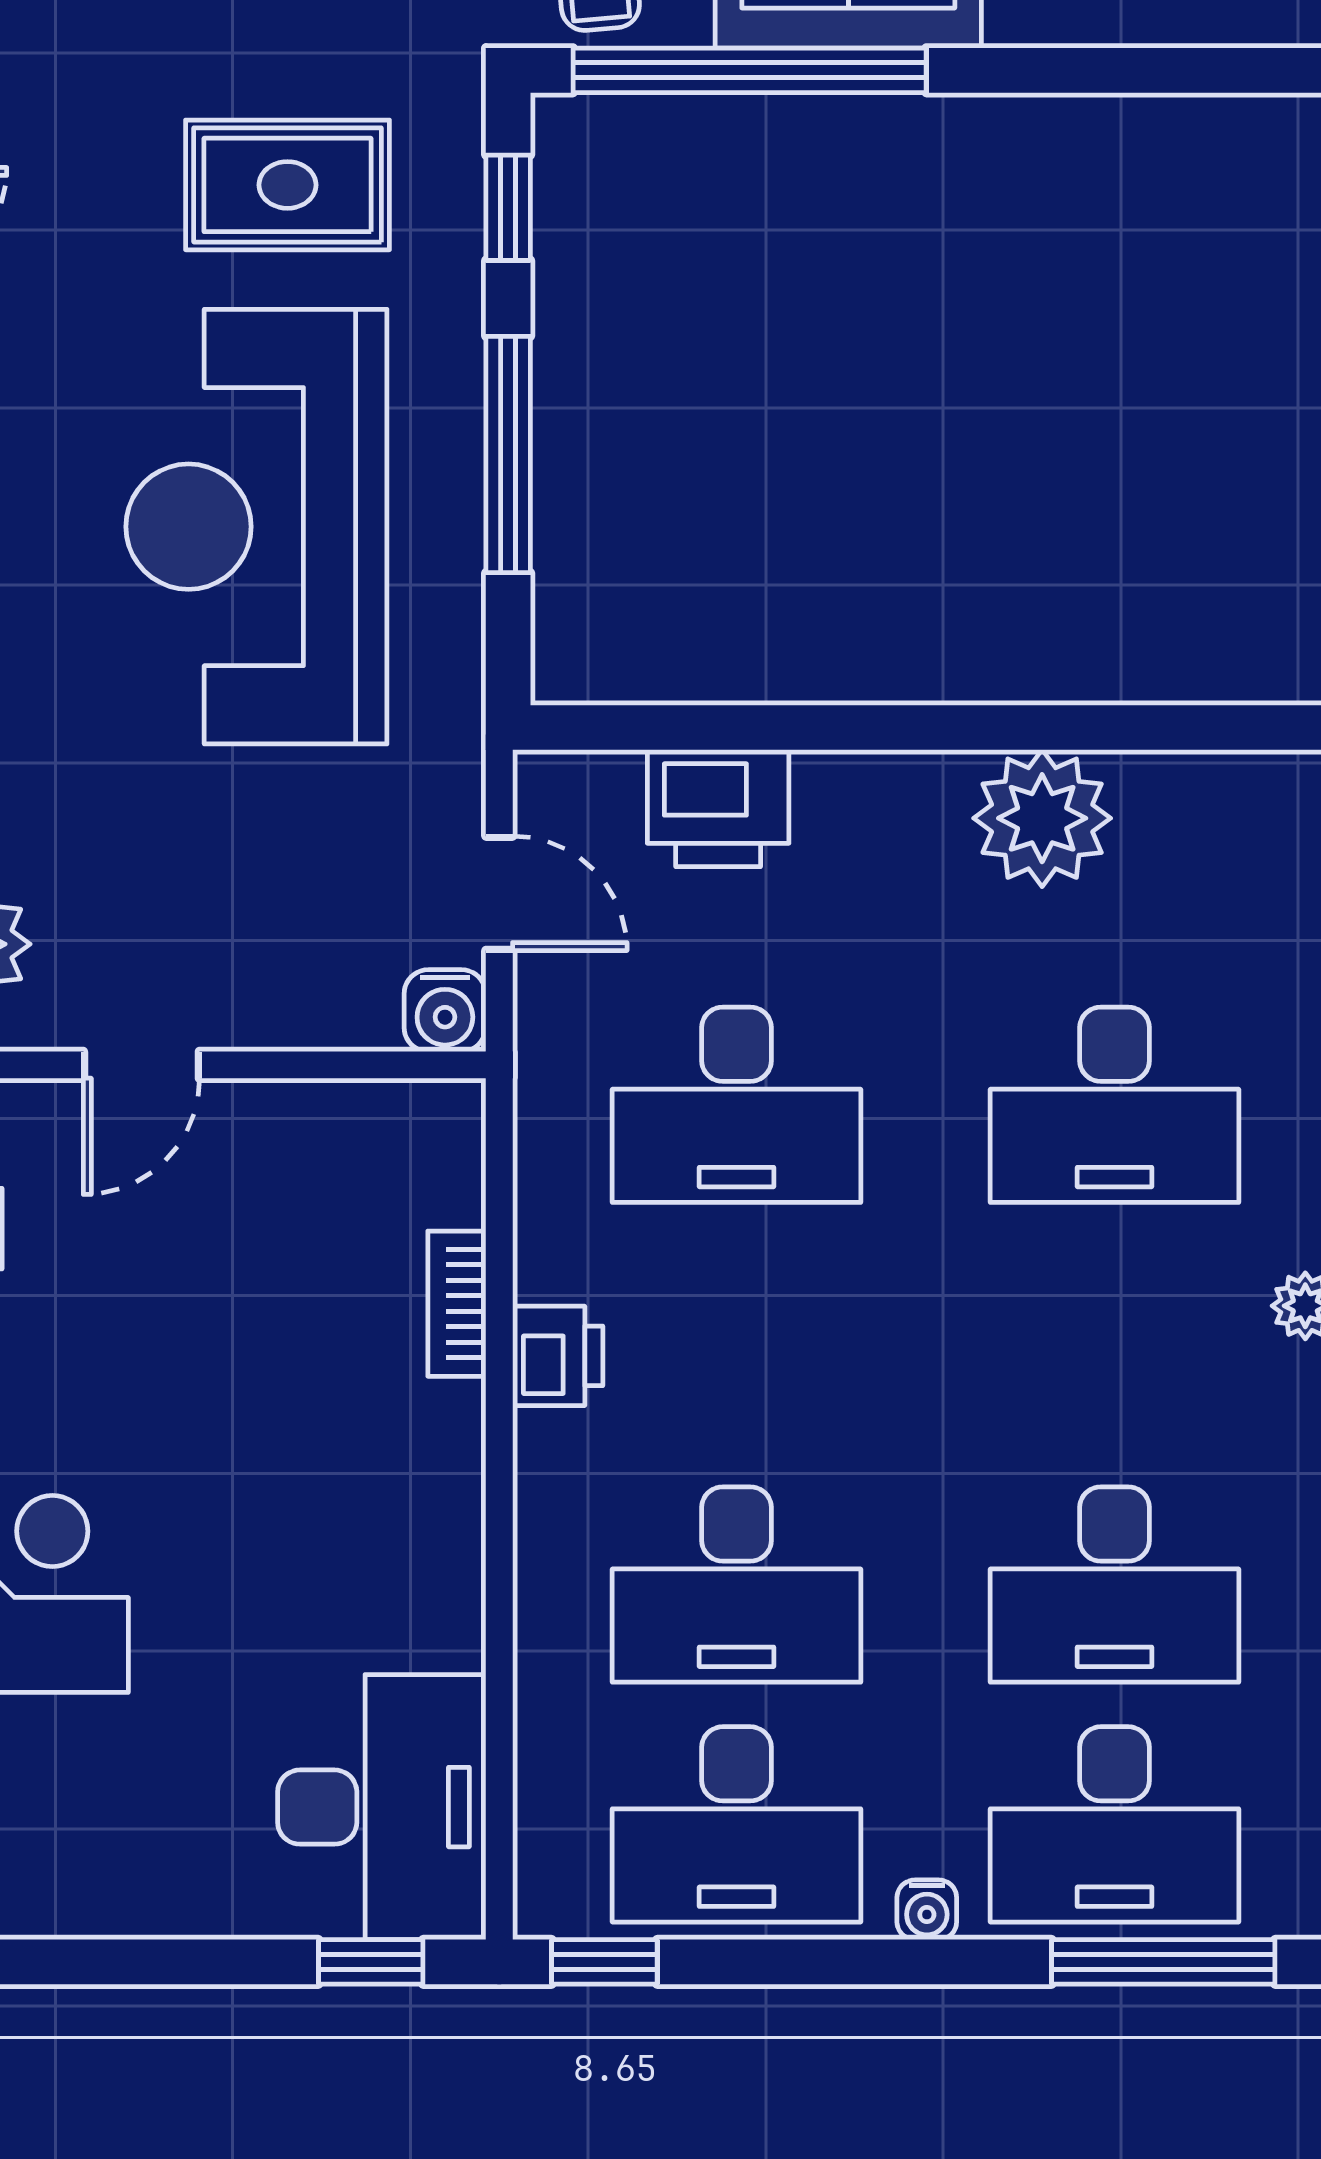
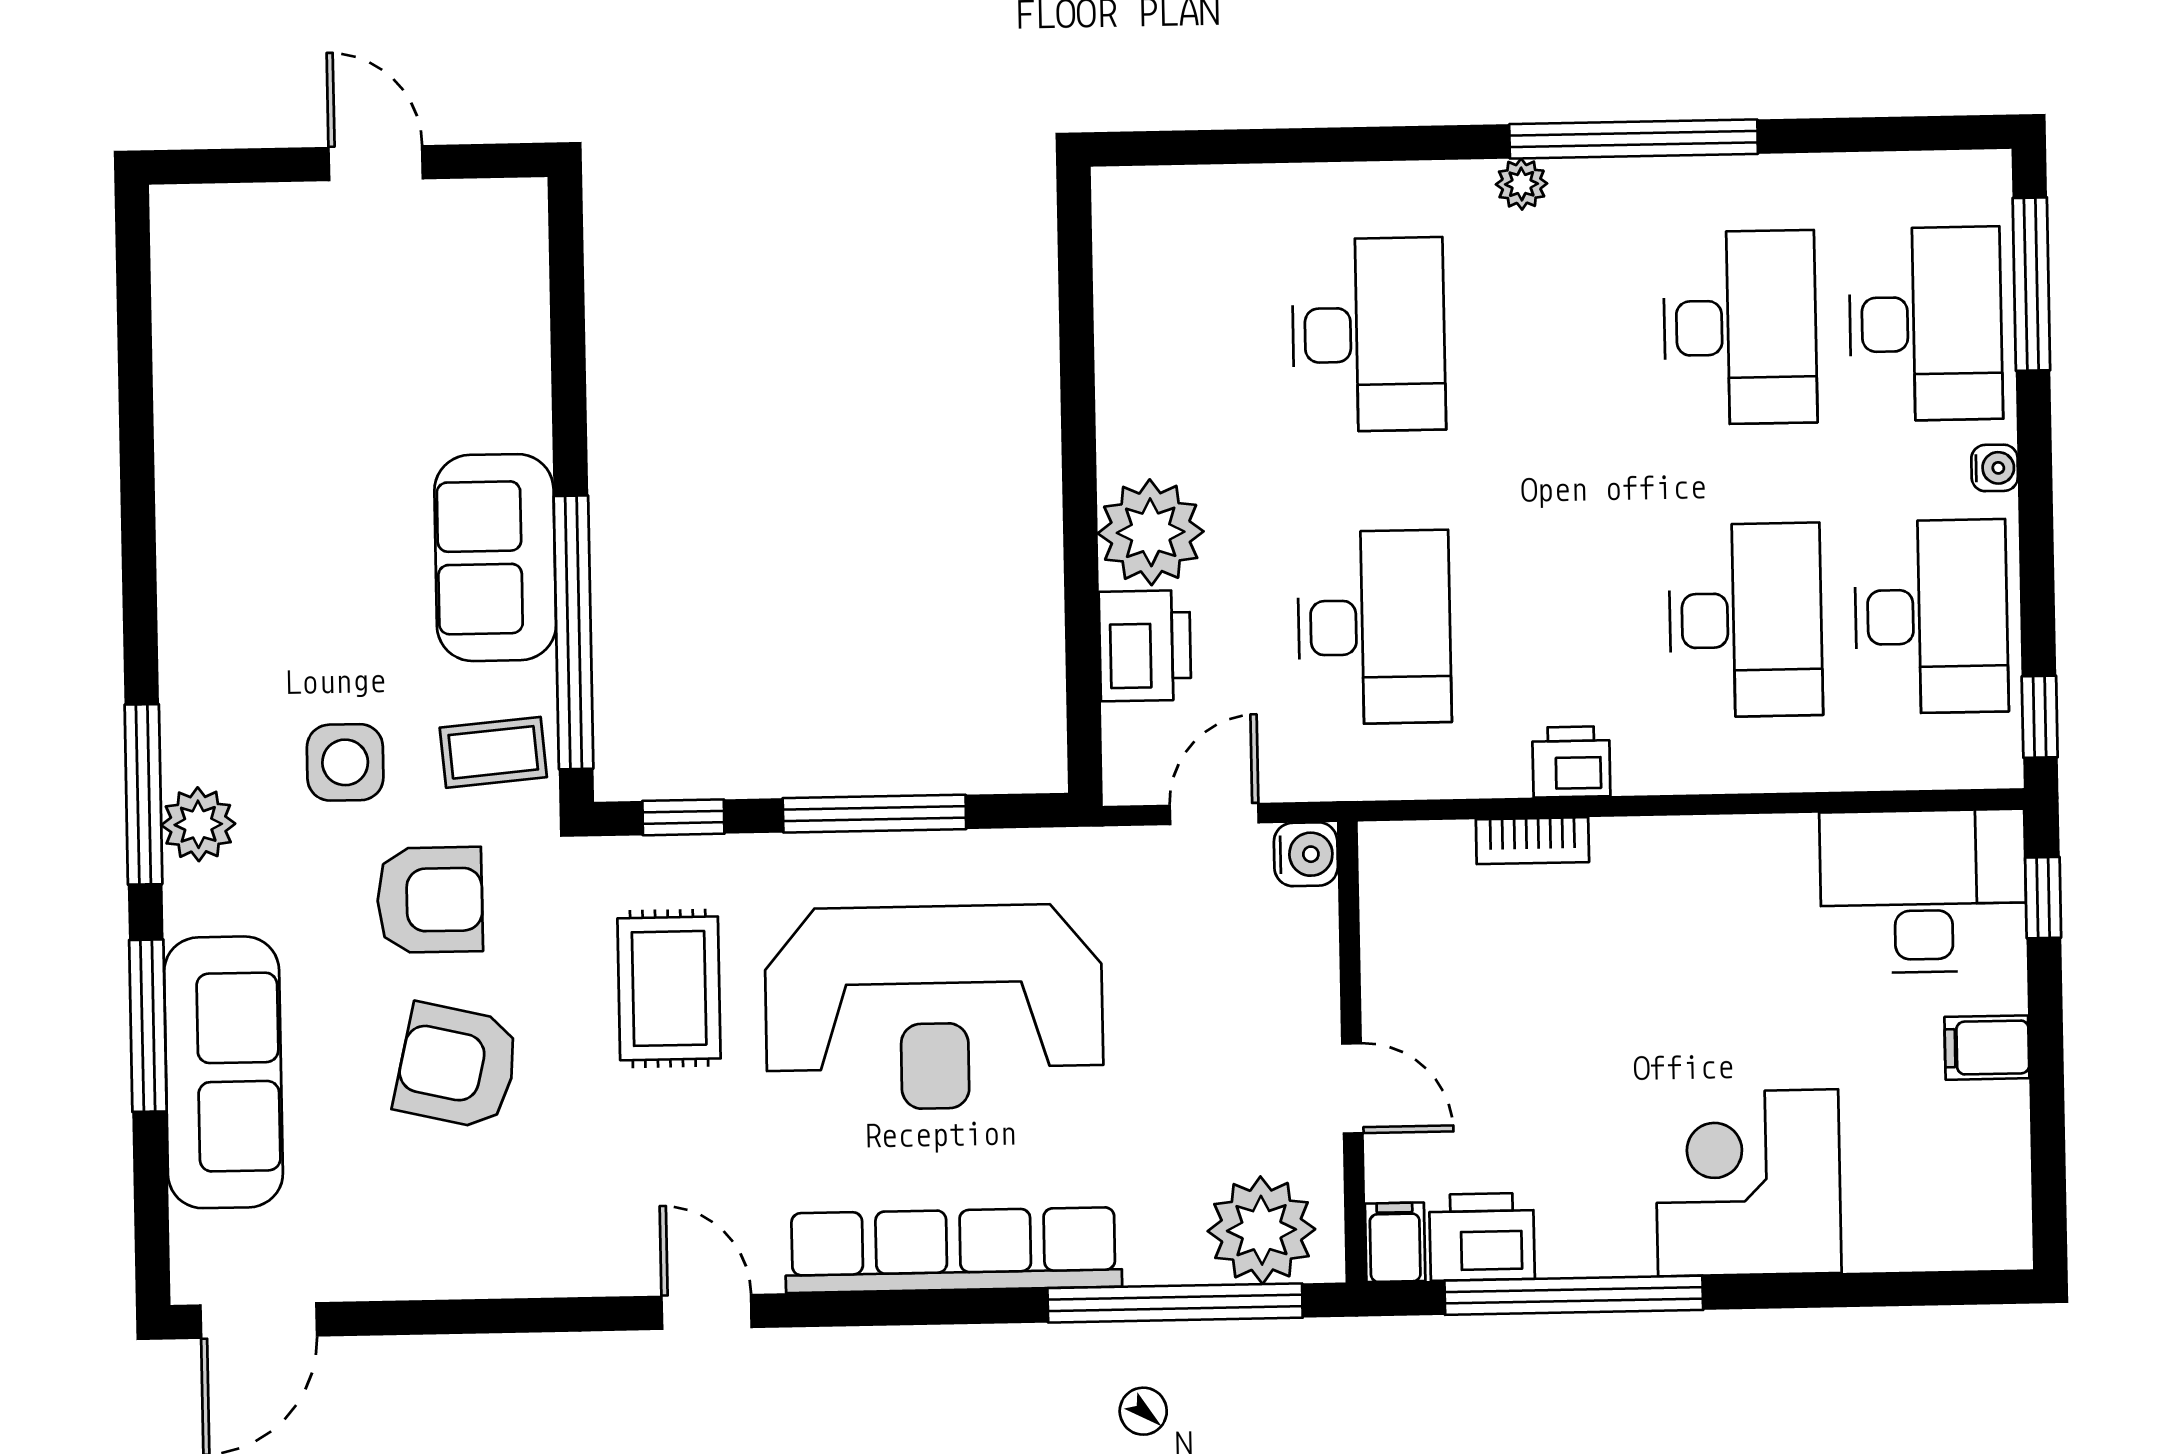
plant: (1042, 818) -> (1151, 532), moved
filing cabinet: (178, 1886) -> (1987, 1048), added

